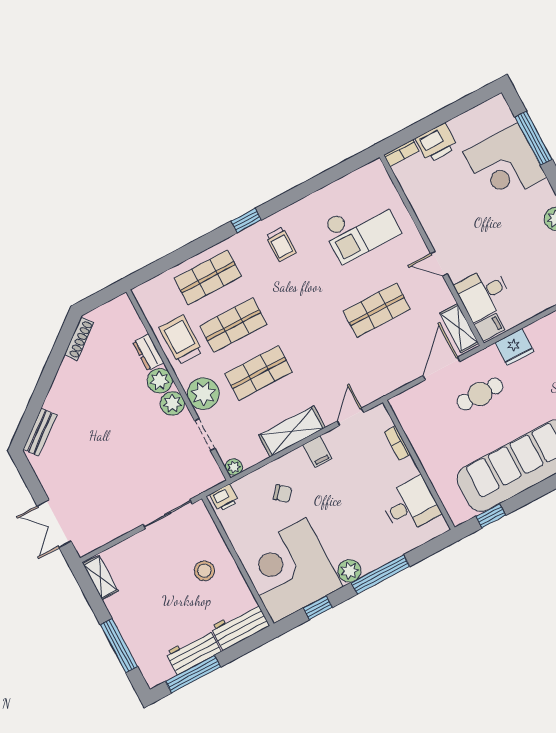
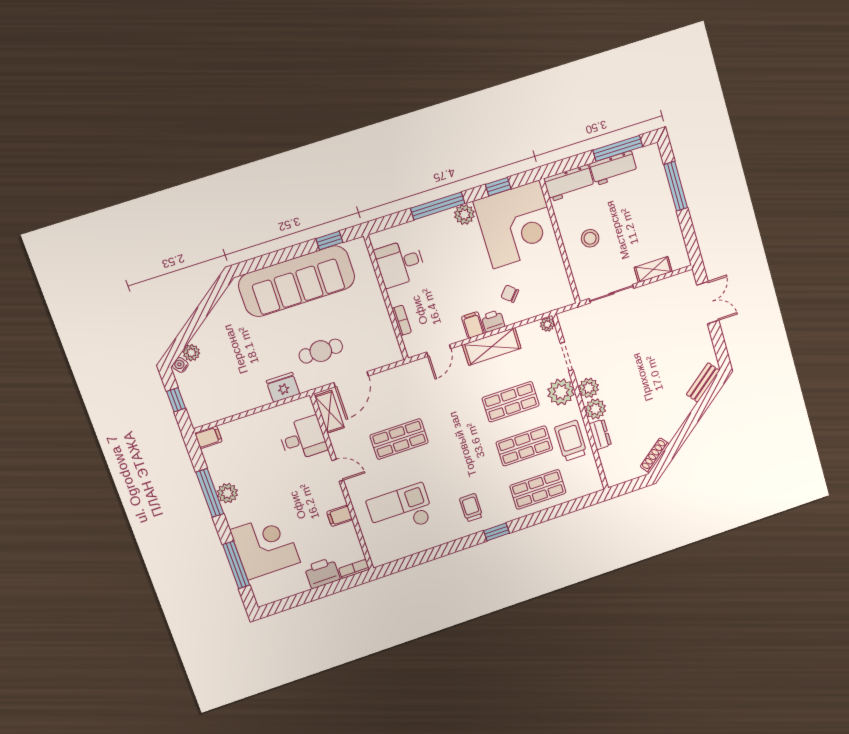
filing cabinet: (489, 327) -> (340, 516), moved
trolley: (181, 340) -> (571, 441), turned 180
printer: (224, 498) -> (493, 321), moved
shelving: (100, 577) -> (653, 269), moved, turned 90

